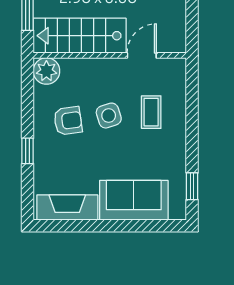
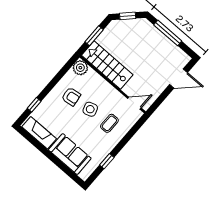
door: (142, 55) -> (134, 103), moved
window: (28, 151) -> (34, 105), moved
window: (192, 186) -> (107, 161), moved

